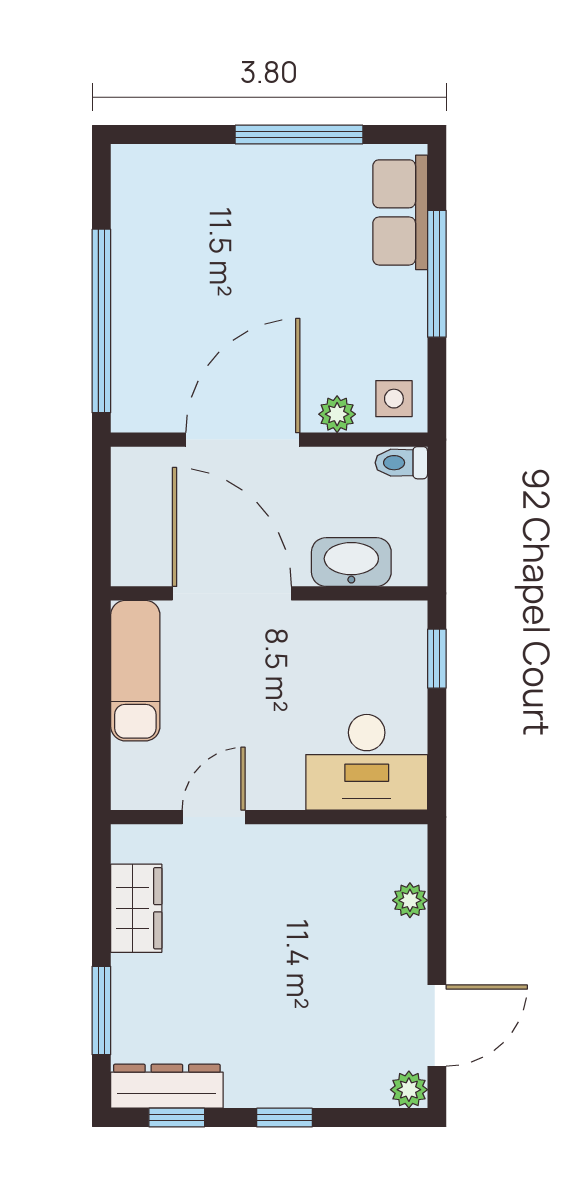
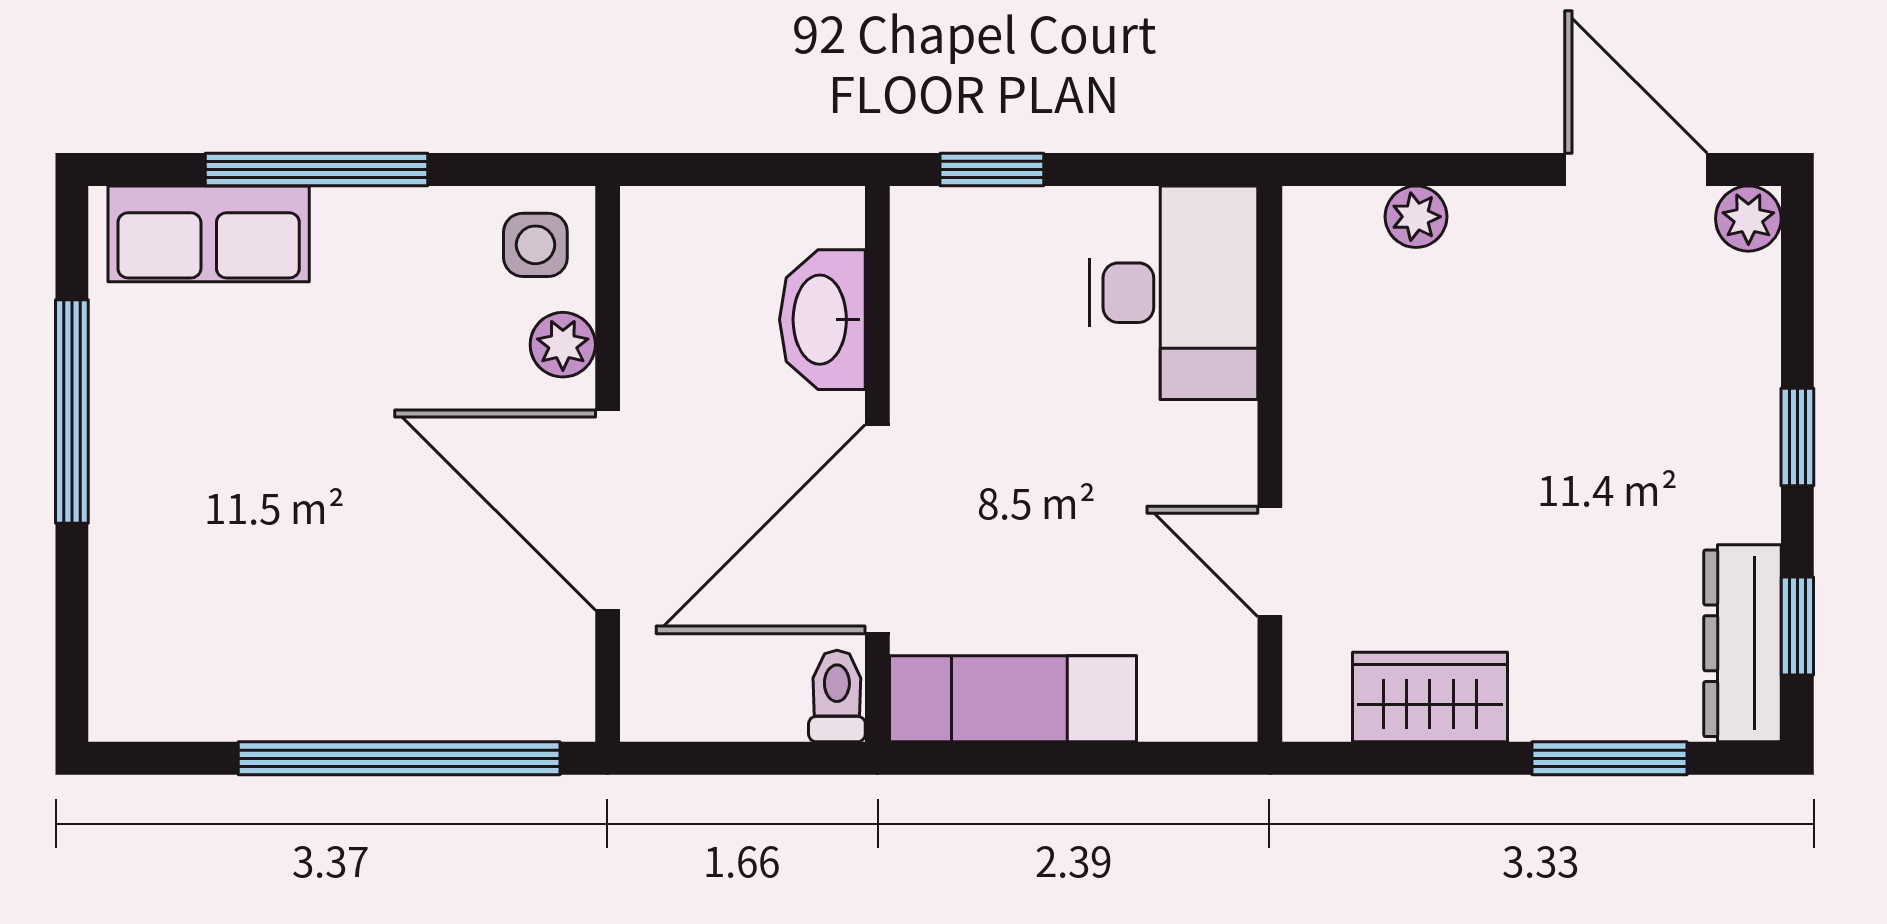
toilet: (401, 463) -> (837, 696), moved, turned 180

